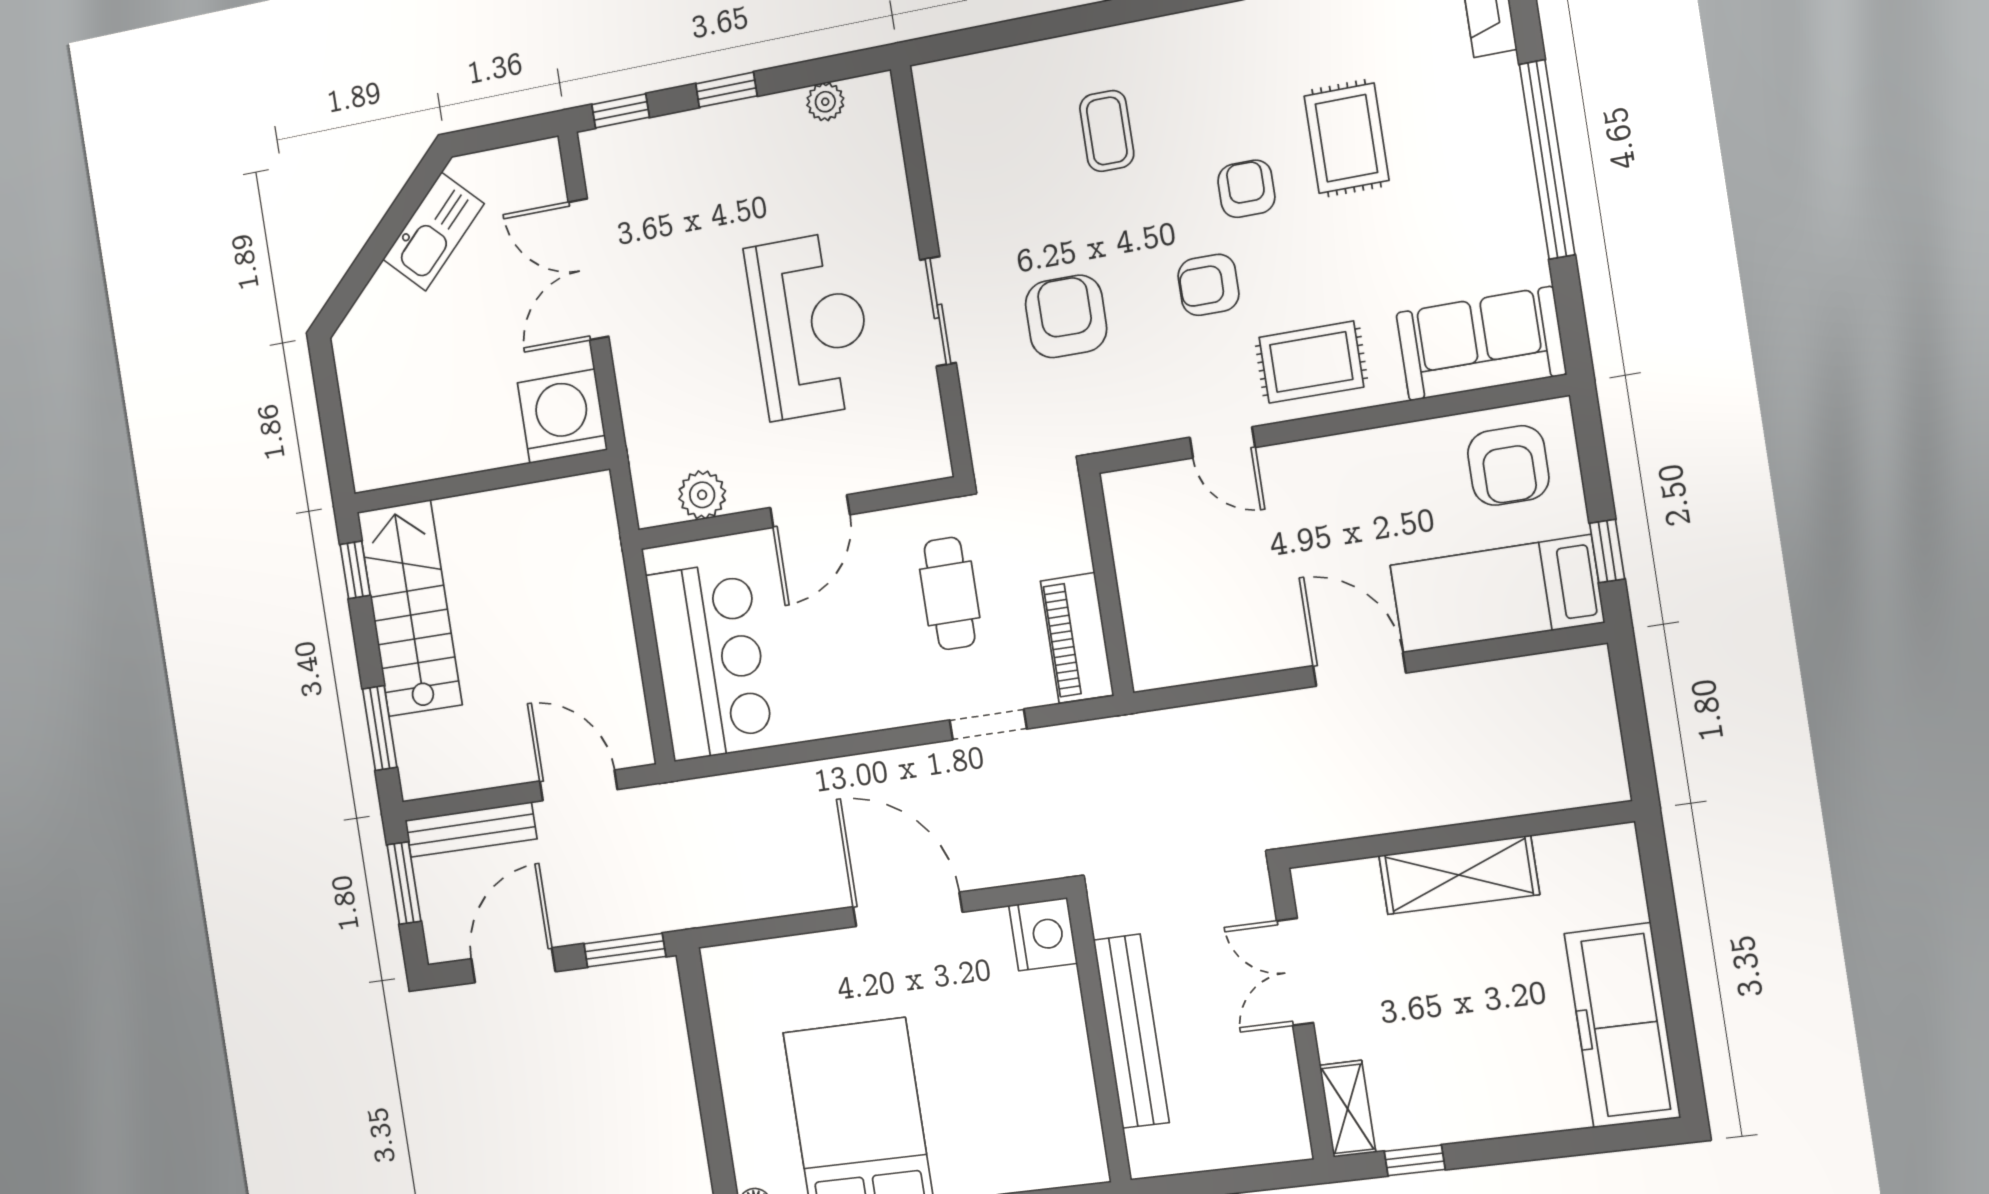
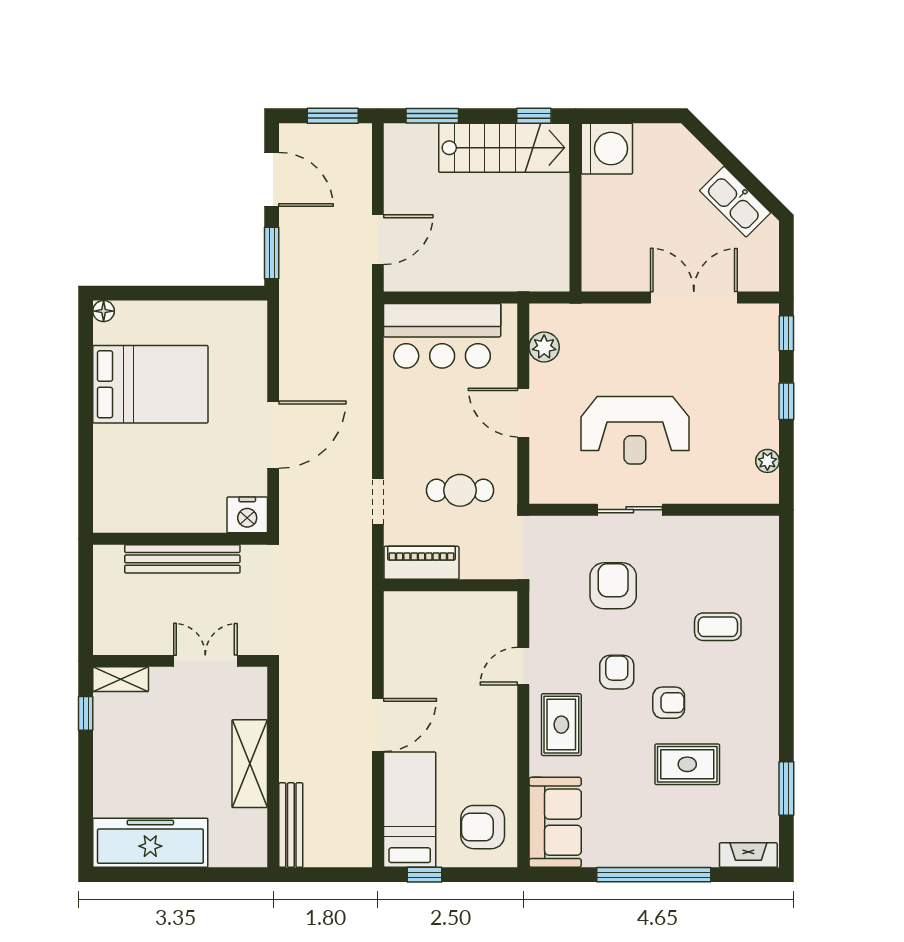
armchair: (1066, 316) -> (613, 586), turned -90
washing machine: (562, 416) -> (607, 149), moved
bench: (471, 830) -> (291, 825), moved

